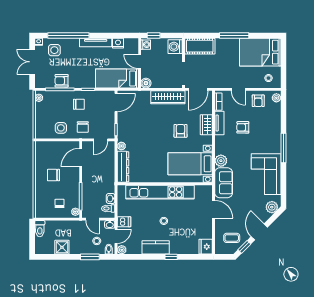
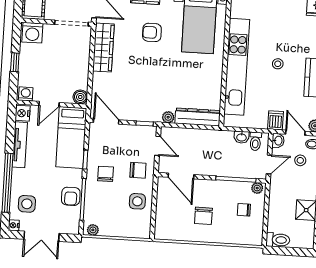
washing machine: (146, 45) -> (26, 94), moved
door: (140, 61) -> (49, 104), moved
wall: (140, 63) -> (51, 104), moved
bed: (117, 79) -> (71, 138), moved
boiler: (146, 83) -> (80, 97), moved

